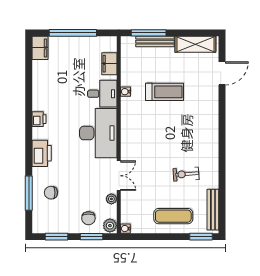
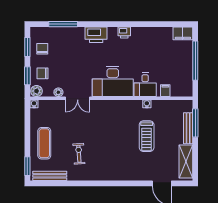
filing cabinet: (109, 64) -> (165, 91), width x0.50
chair: (51, 193) -> (42, 49), moved

